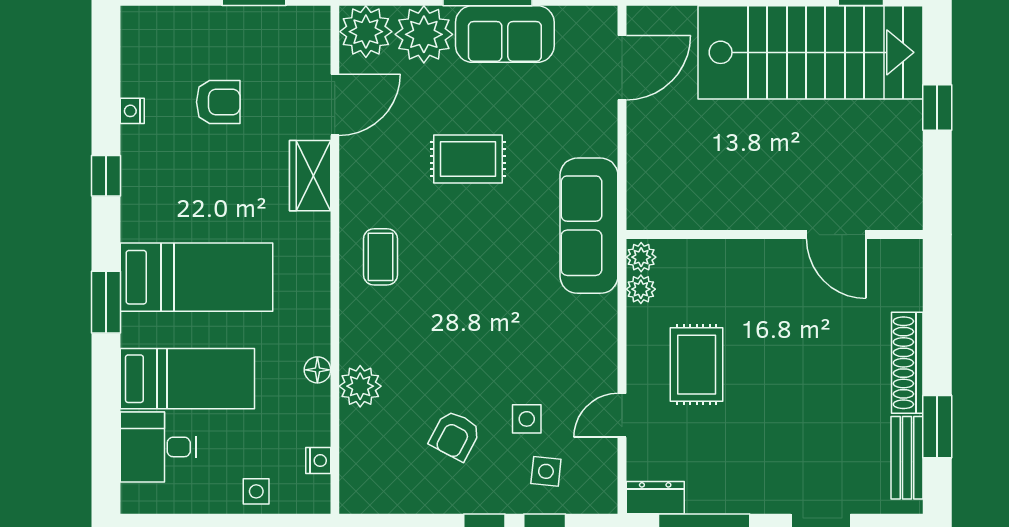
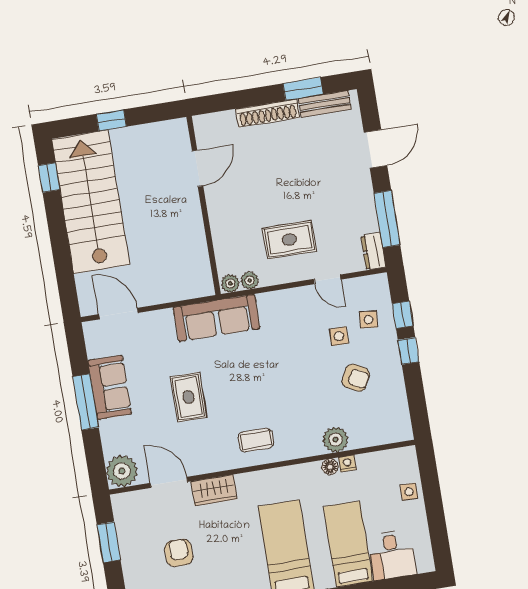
plant: (424, 34) -> (118, 436), removed
nightstand: (318, 461) -> (347, 463), moved

